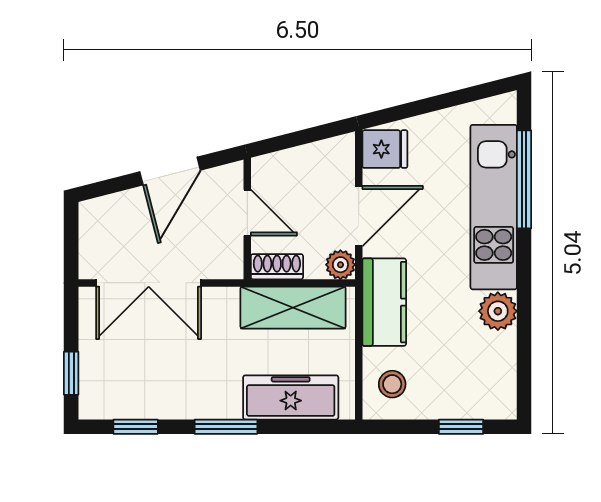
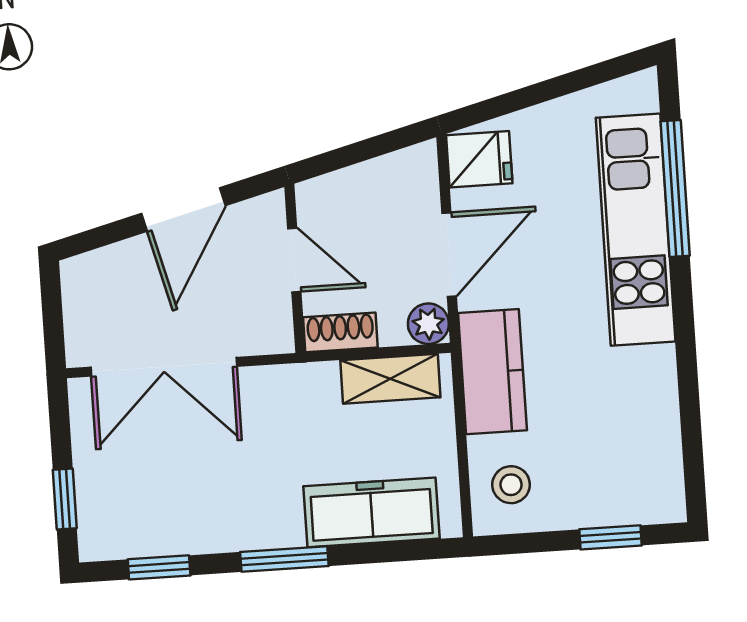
shelving: (293, 308) -> (390, 379), width x0.67, depth x0.75
plant: (498, 311) -> (651, 374), removed

